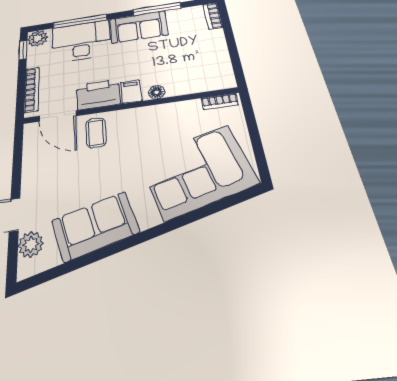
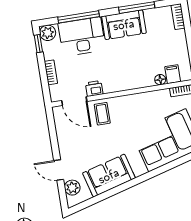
bookcase: (32, 89) -> (51, 72), width x0.64
filing cabinet: (131, 92) -> (173, 74), moved
floor lamp: (157, 92) -> (160, 80), moved
printer: (98, 94) -> (94, 88), width x0.53, depth x0.68

